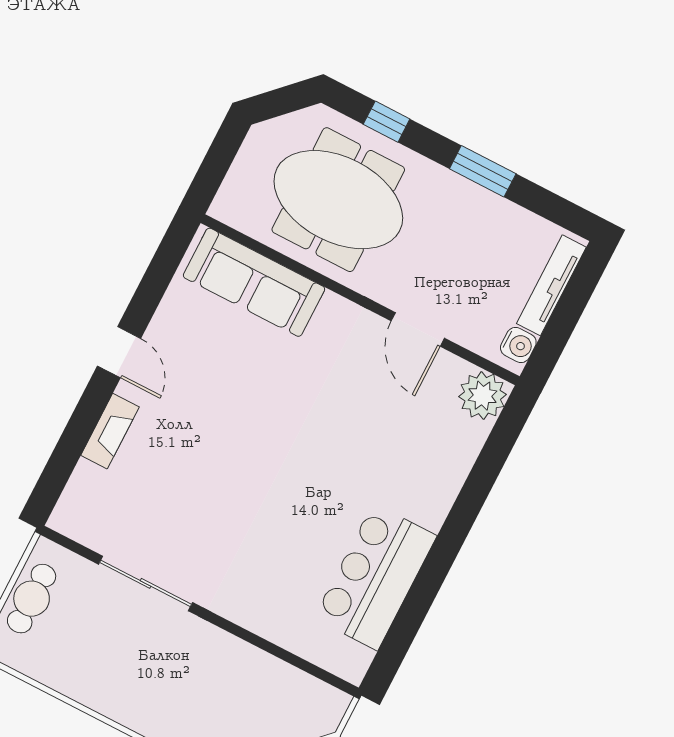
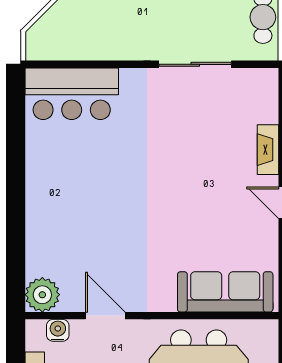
water cooler: (518, 345) -> (58, 330), moved, turned 90
bar counter: (375, 577) -> (72, 94), moved, turned 90

